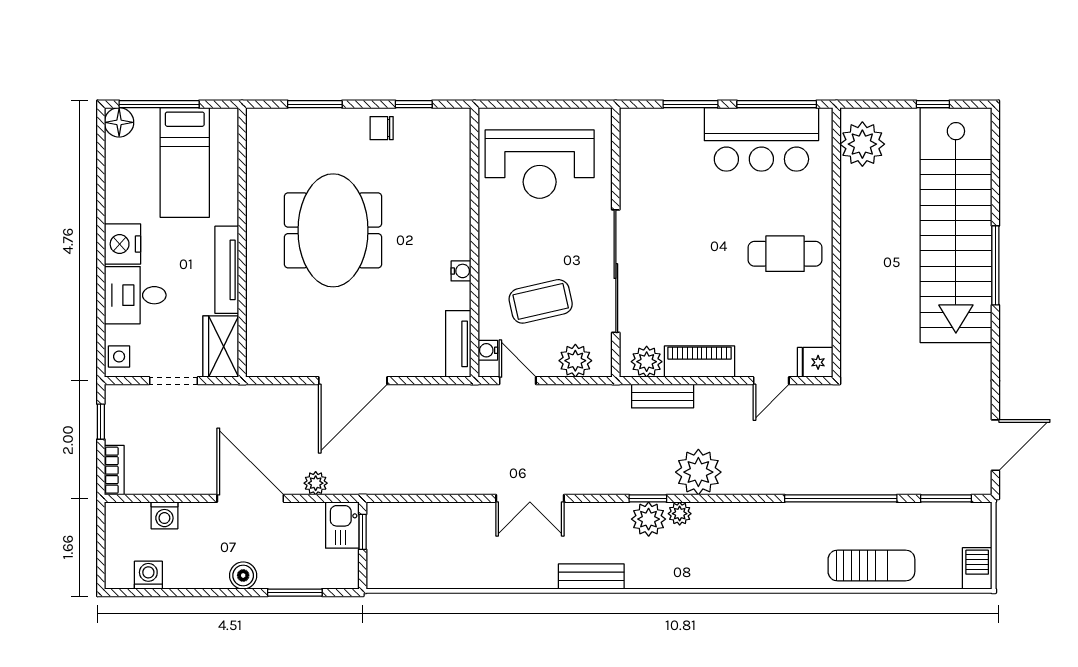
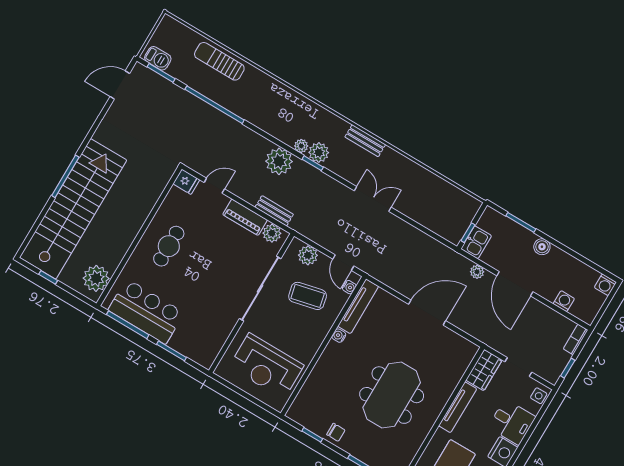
reception desk: (540, 164) -> (266, 366), turned 180
cafe table: (785, 254) -> (169, 246), turned 90
tv unit: (458, 344) -> (358, 306), width x1.41
barbecue: (977, 568) -> (158, 58), moved, turned -90
washing machine: (148, 575) -> (605, 285), moved

